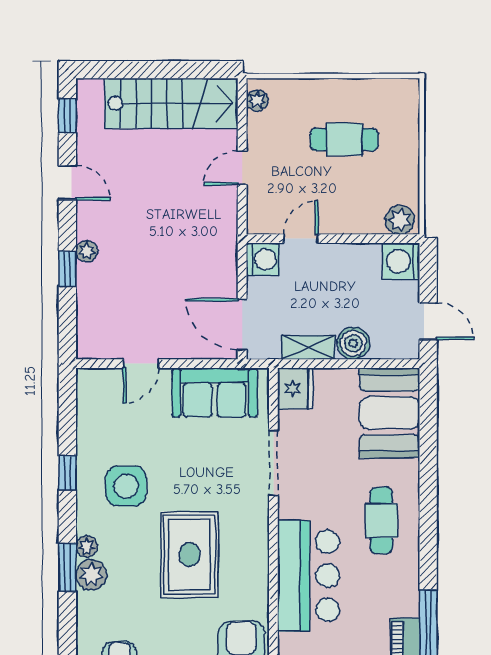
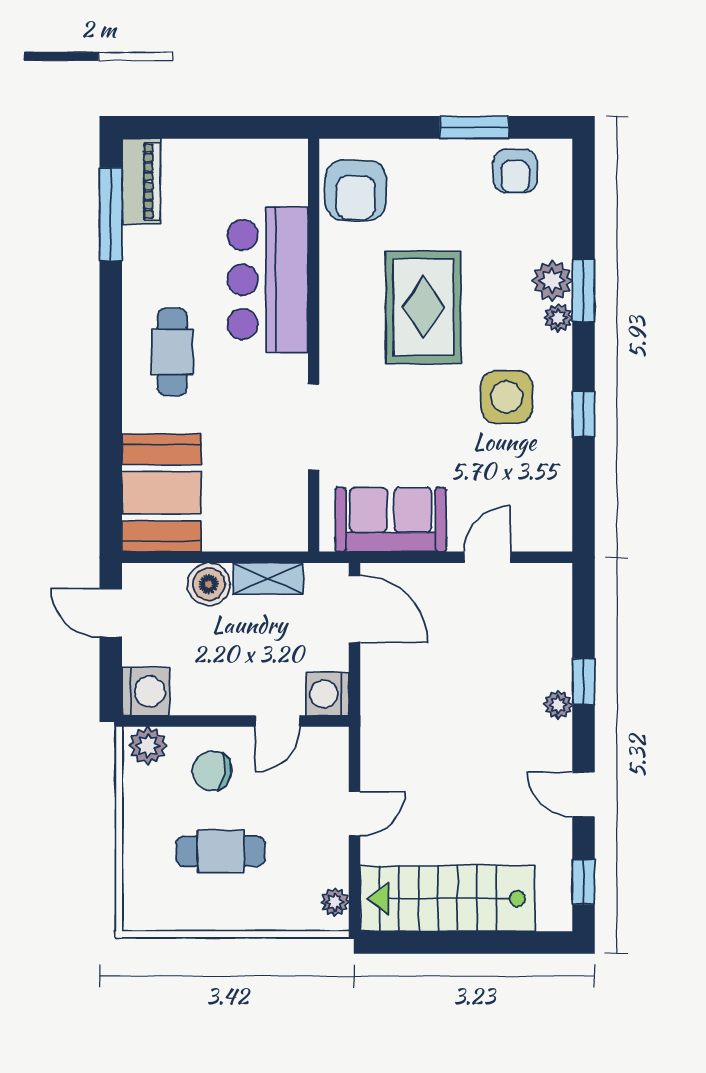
chair: (351, 201) -> (212, 771), added
fridge: (295, 389) -> (285, 525), removed

